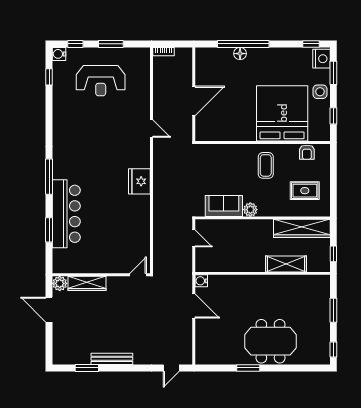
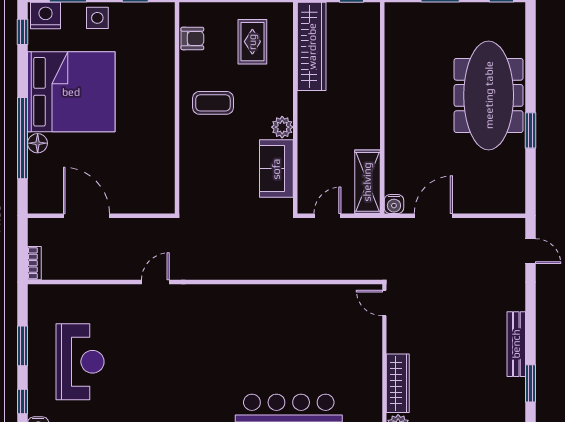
door: (194, 101) -> (86, 216), moved
bed: (282, 113) -> (71, 92), moved, turned 180
fridge: (139, 181) -> (238, 301), removed
shelving: (286, 264) -> (367, 182), moved
meeting table: (270, 341) -> (489, 95), width x1.36

